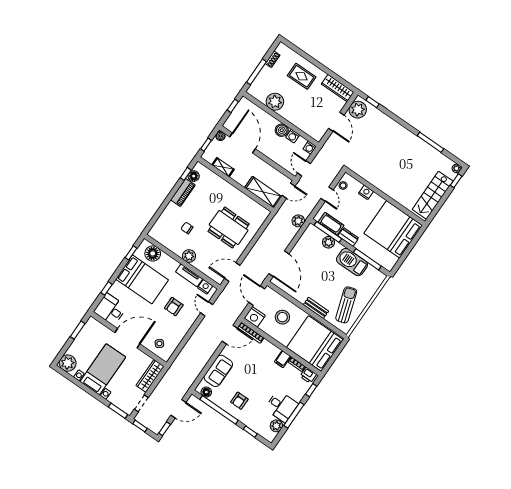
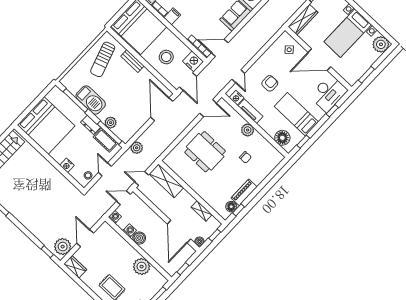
wardrobe: (338, 88) -> (75, 267), width x0.67
door: (304, 168) -> (123, 198), swing flipped
bed: (142, 279) -> (296, 114), width x0.67
desk: (110, 309) -> (329, 93), width x1.37

